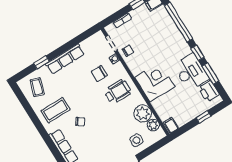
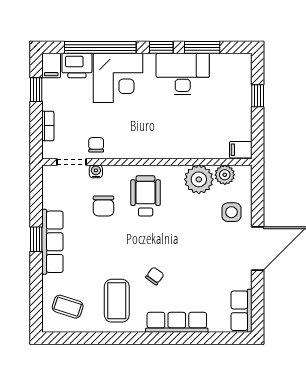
window: (42, 62) -> (36, 239), moved
corner desk: (155, 82) -> (118, 78), moved, turned 180
printer: (209, 91) -> (77, 66), moved

